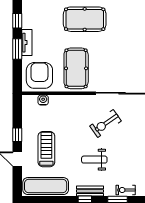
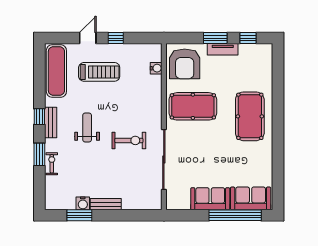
armchair: (39, 75) -> (185, 64), turned 90
exercise bike: (105, 123) -> (129, 140), turned 125

